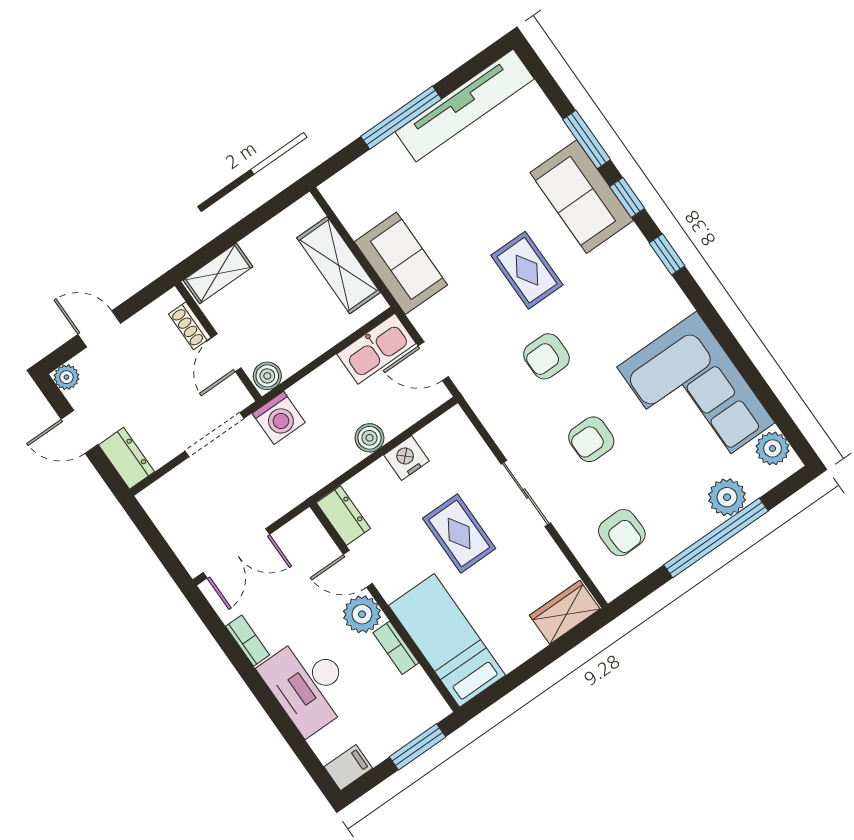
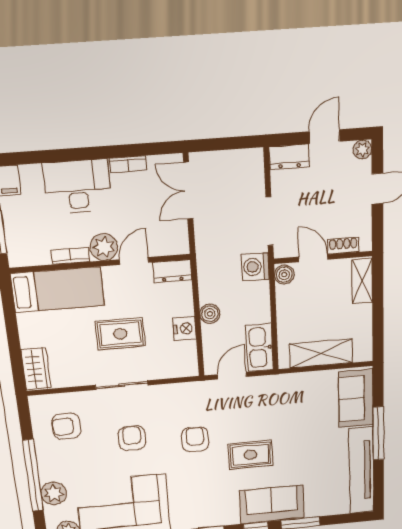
sofa: (401, 263) -> (356, 398), moved, turned 90

